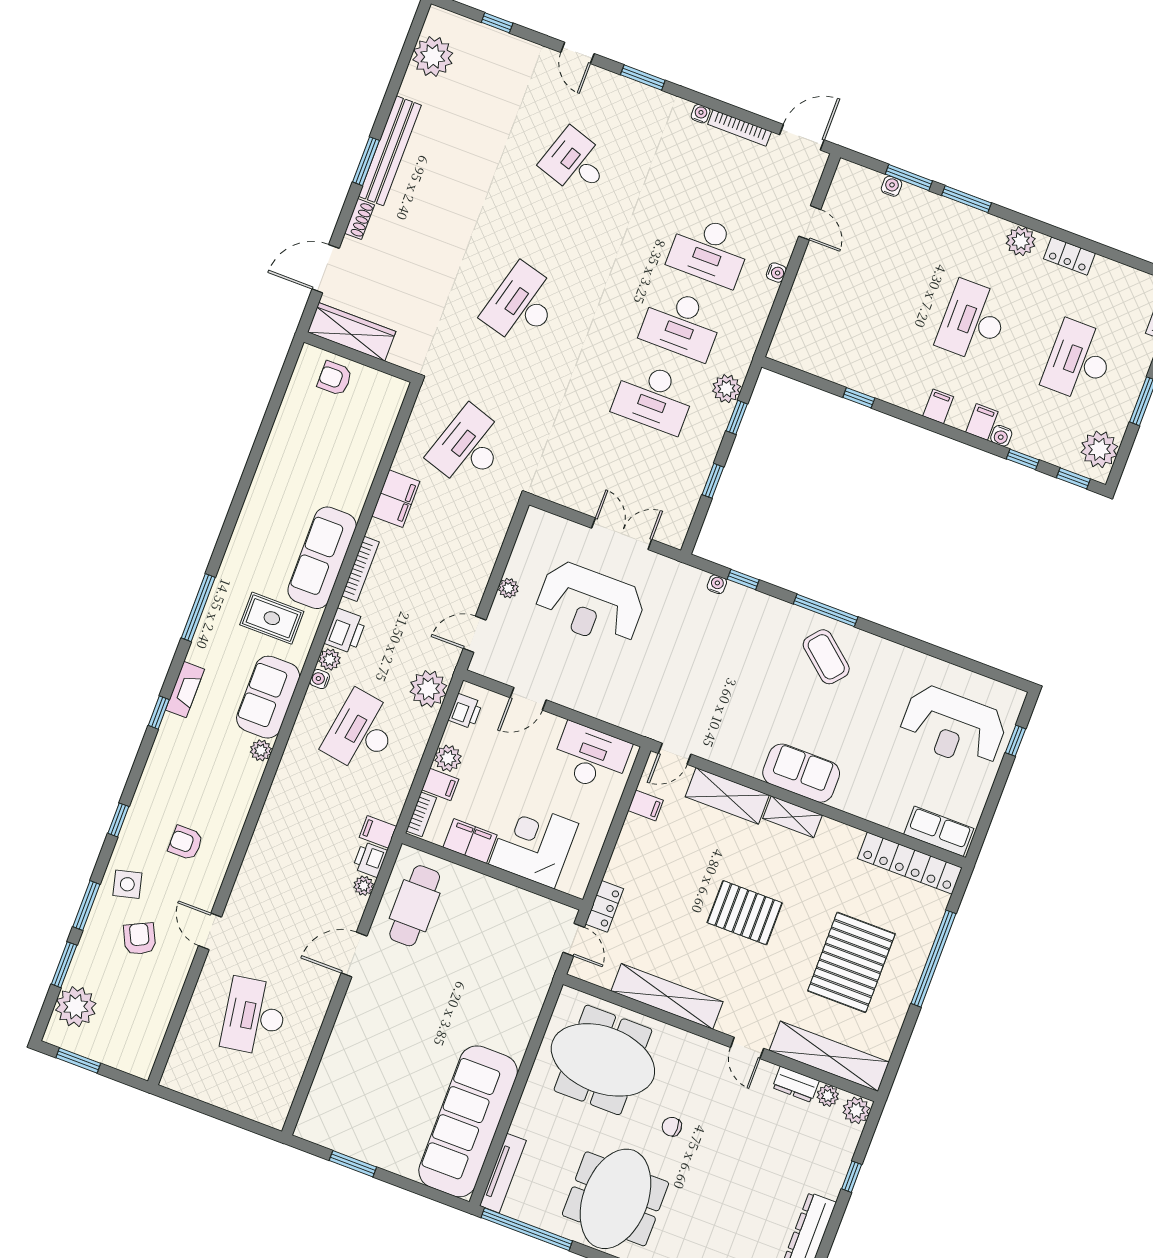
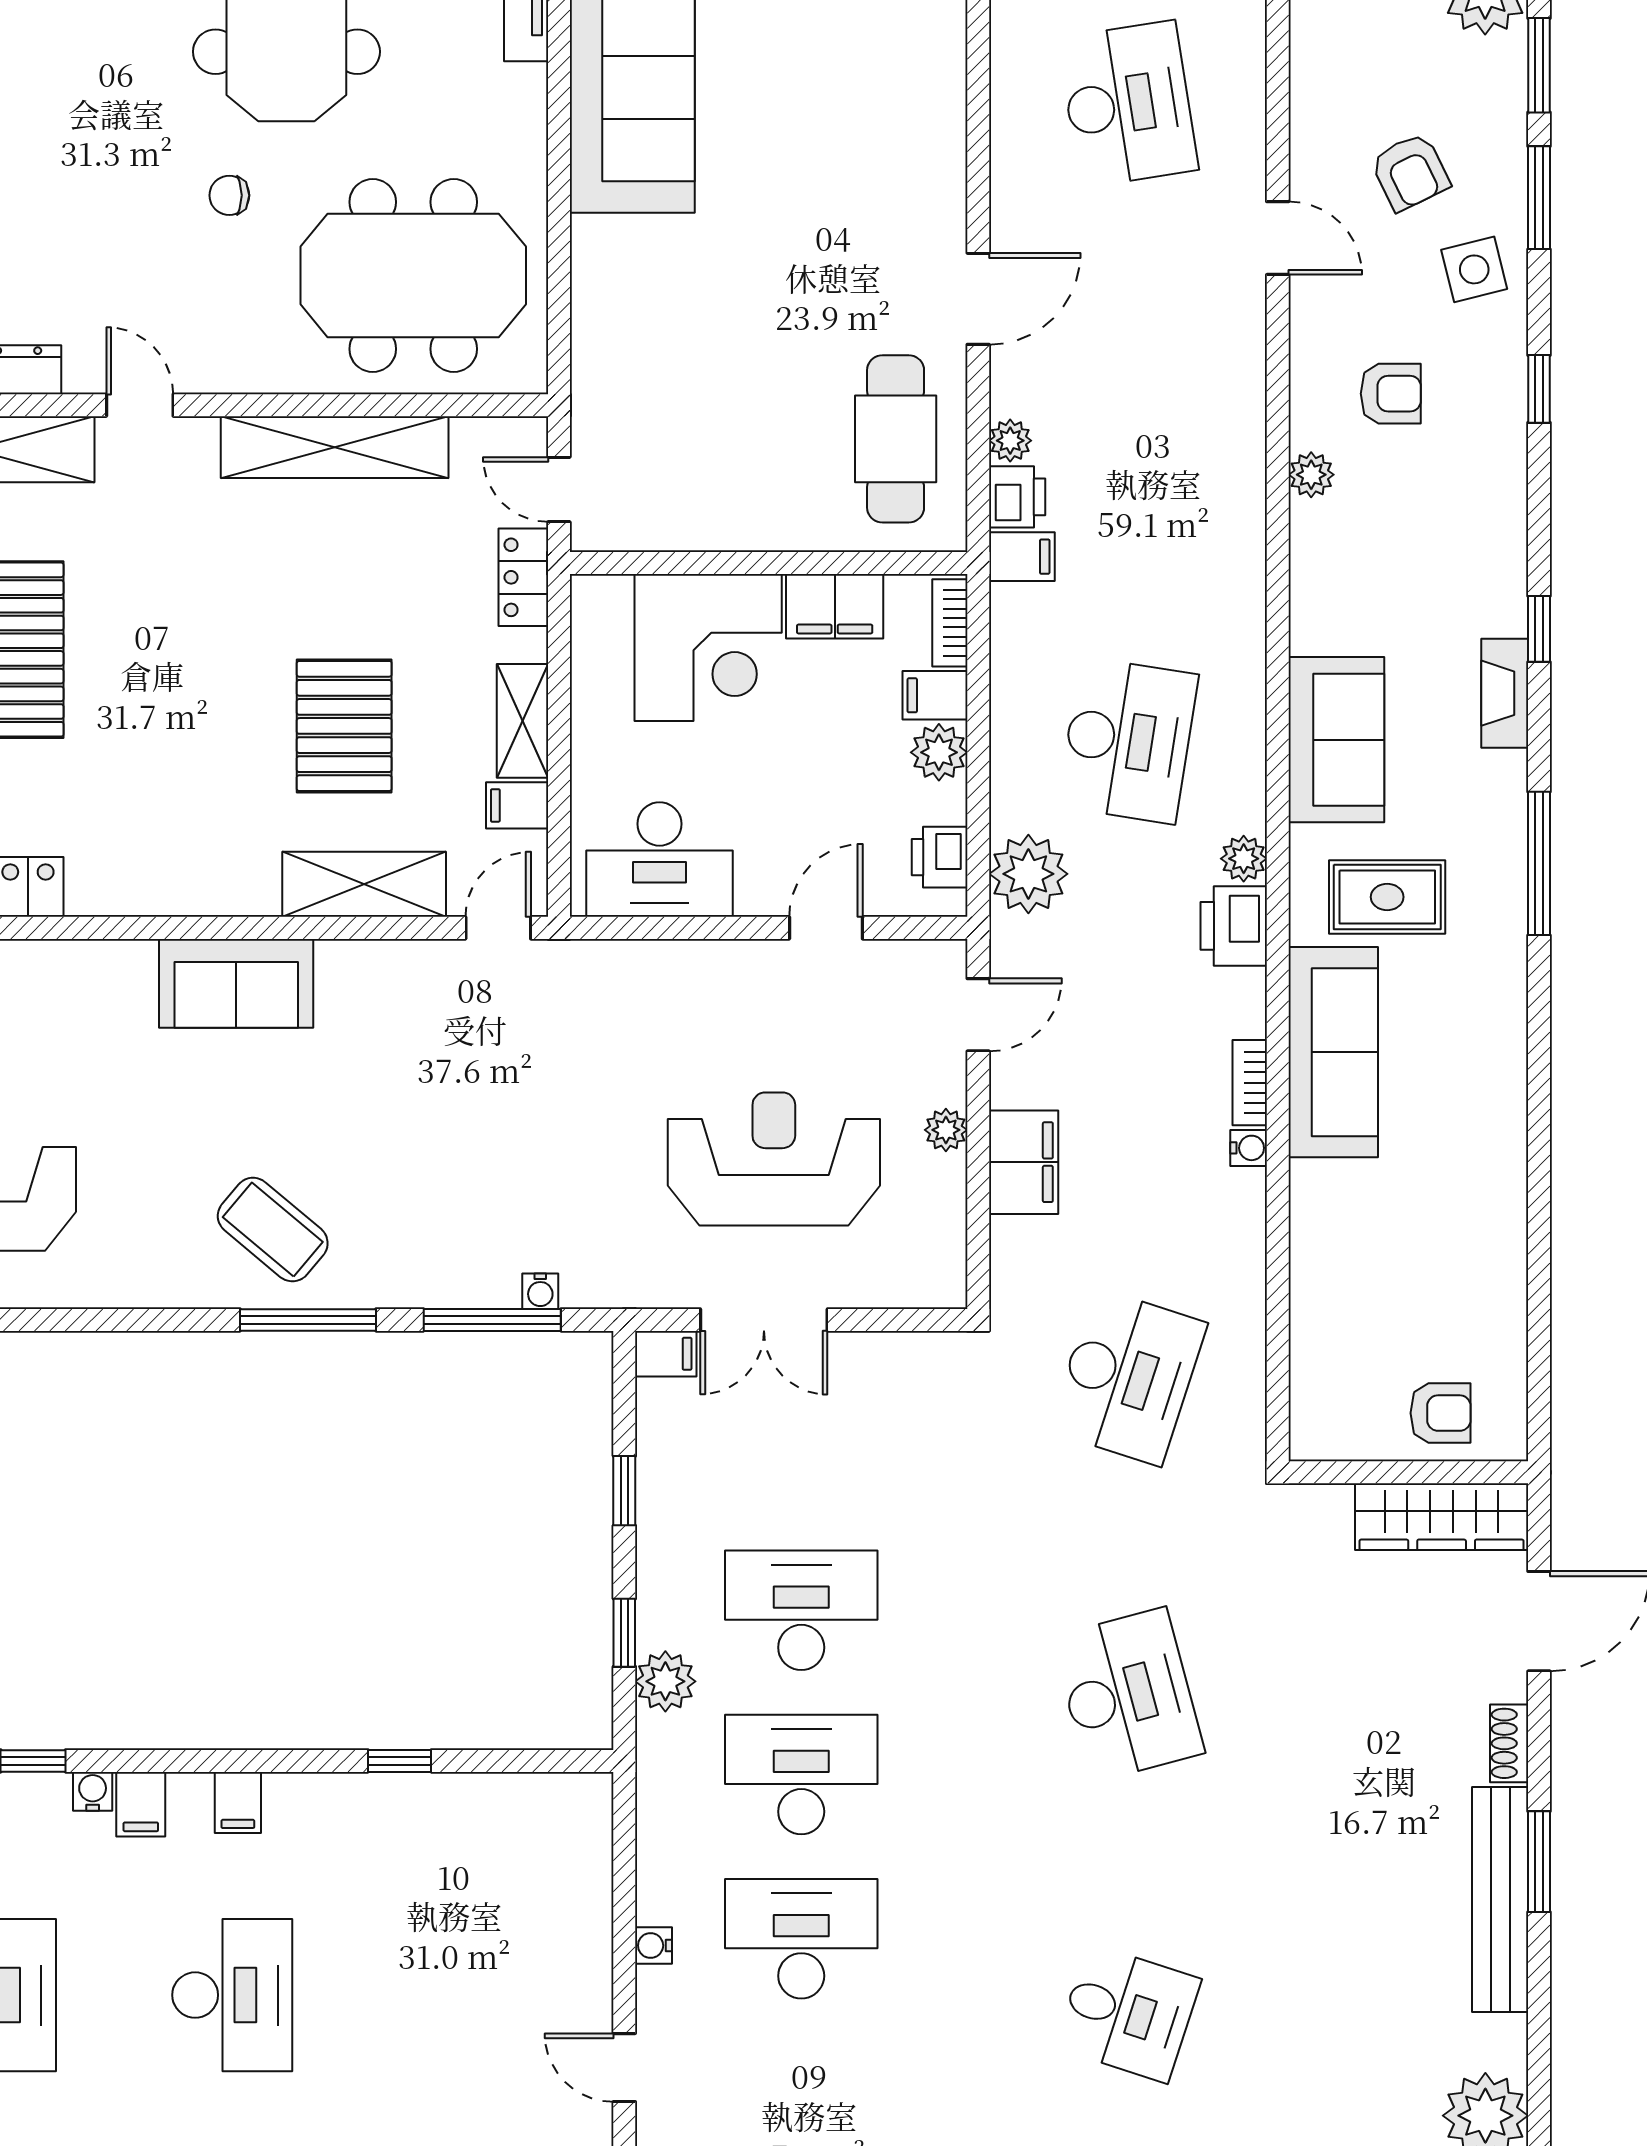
desk: (522, 305) -> (1128, 1695), turned -30
filing cabinet: (396, 499) -> (1024, 1162), moved, turned 180
filing cabinet: (671, 535) -> (666, 1354), added
bookcase: (360, 569) -> (1250, 1083), width x0.64
window: (743, 579) -> (492, 1320), width x2.17
water cooler: (320, 679) -> (1249, 1148), moved
plant: (261, 750) -> (1311, 475), moved
shelving: (793, 817) -> (522, 721), moved, turned 90
pallet: (745, 913) -> (344, 726), moved, turned 90
chair: (672, 1127) -> (229, 195), turned 180

